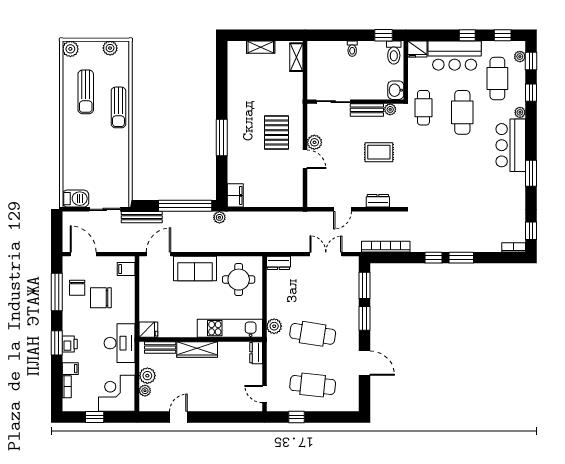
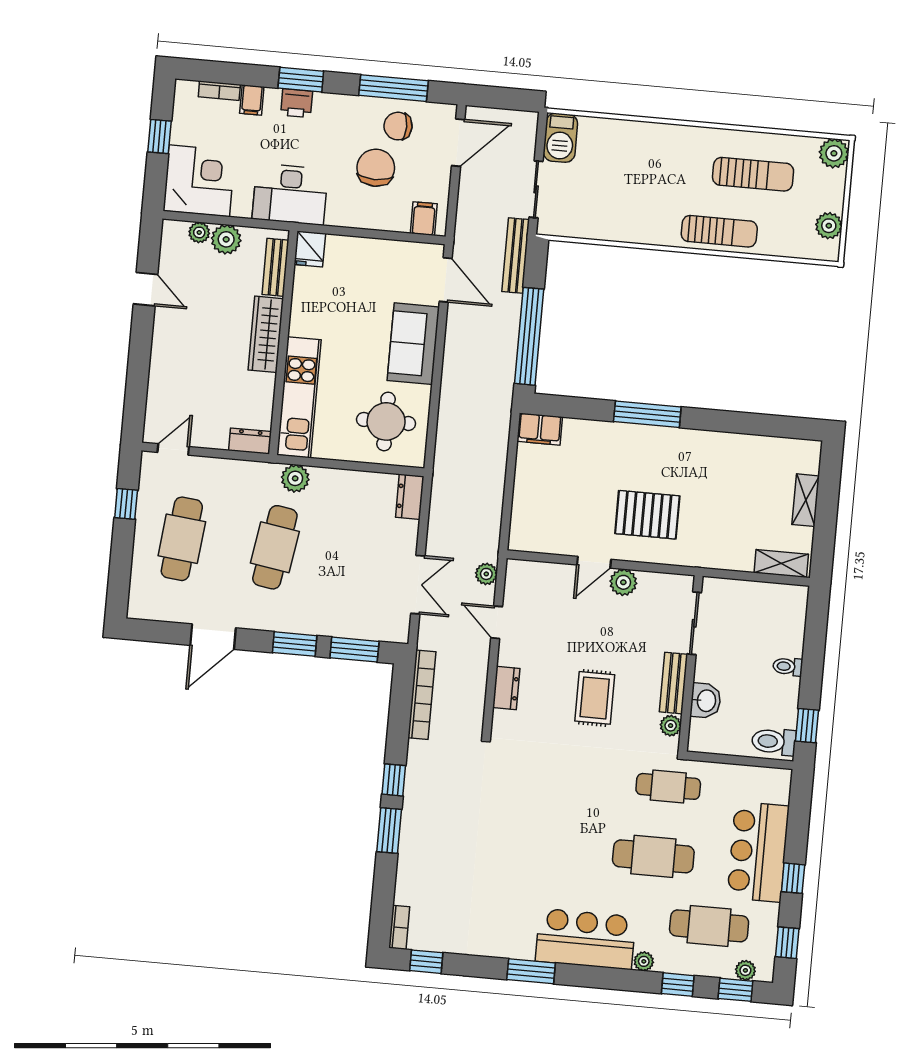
fridge: (417, 49) -> (776, 785), removed
washbasin: (396, 90) -> (706, 701), moved, turned 90
sun lounger: (86, 92) -> (753, 174), turned 180
sun lounger: (118, 107) -> (719, 231), turned 180
plant: (219, 217) -> (486, 574), moved

